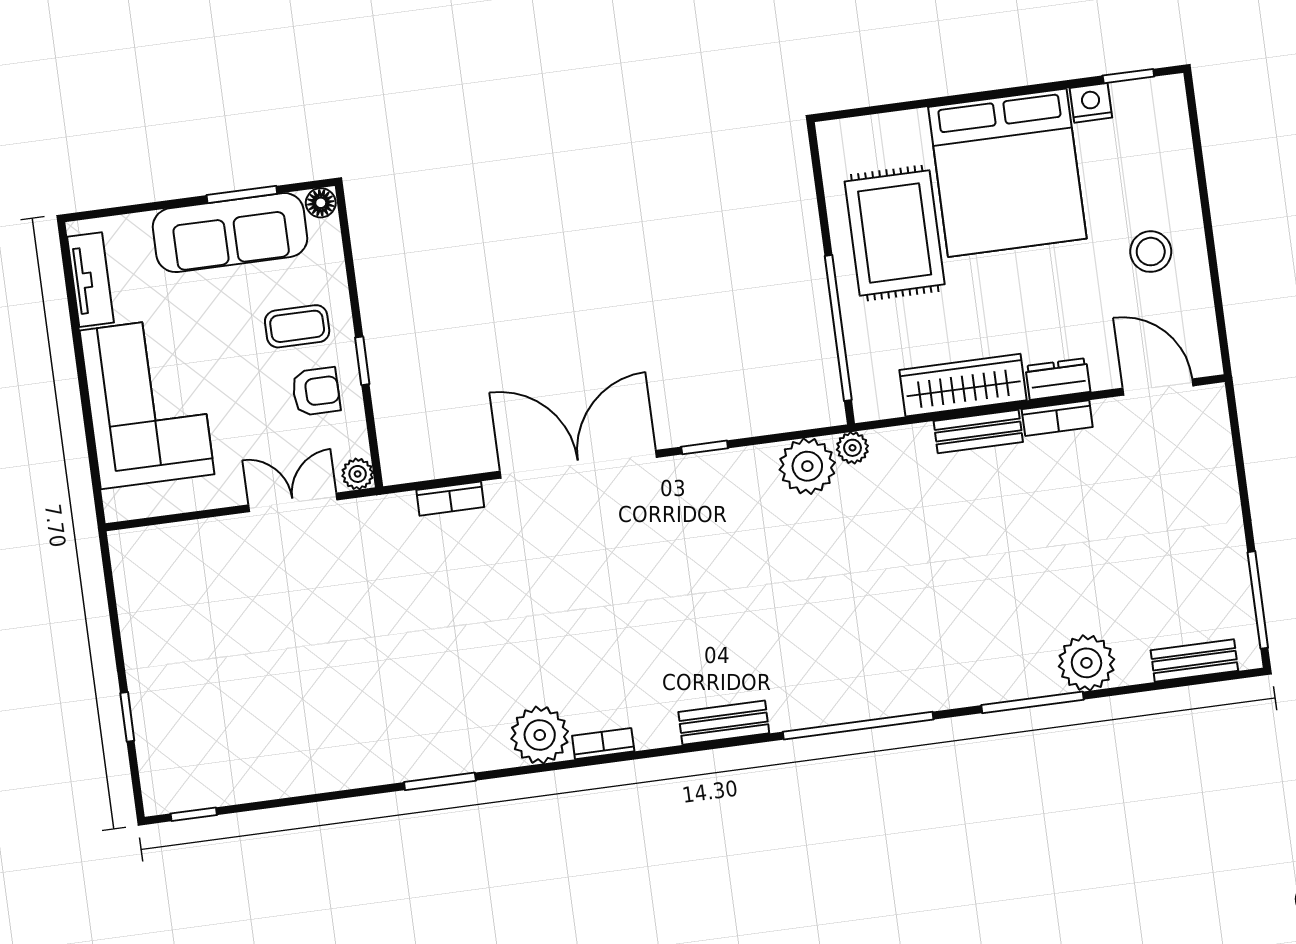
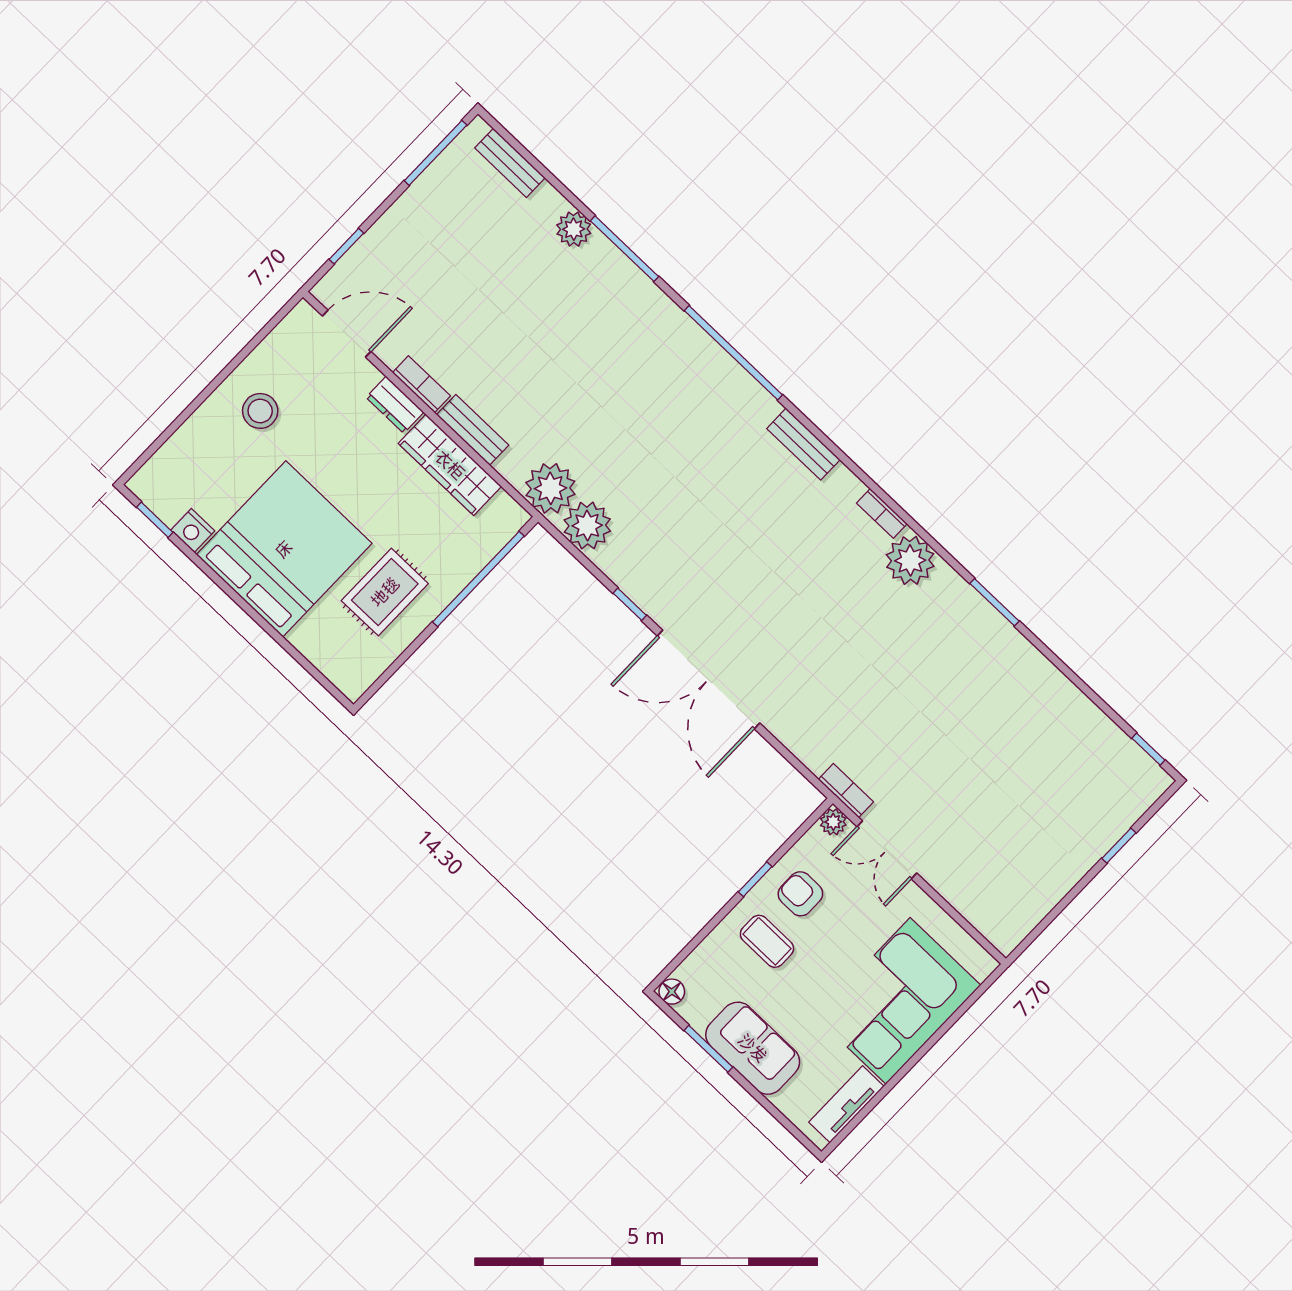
sofa: (230, 233) -> (753, 1048), width x0.73
rug: (895, 233) -> (385, 592), width x0.73, depth x0.70
door: (1158, 387) -> (347, 334), swing flipped
plant: (852, 448) -> (550, 488), width x1.87, depth x1.87
window: (1238, 451) -> (346, 246), added
bookcase: (450, 499) -> (846, 791), moved
plant: (1086, 663) -> (574, 229), width x0.73, depth x0.73

